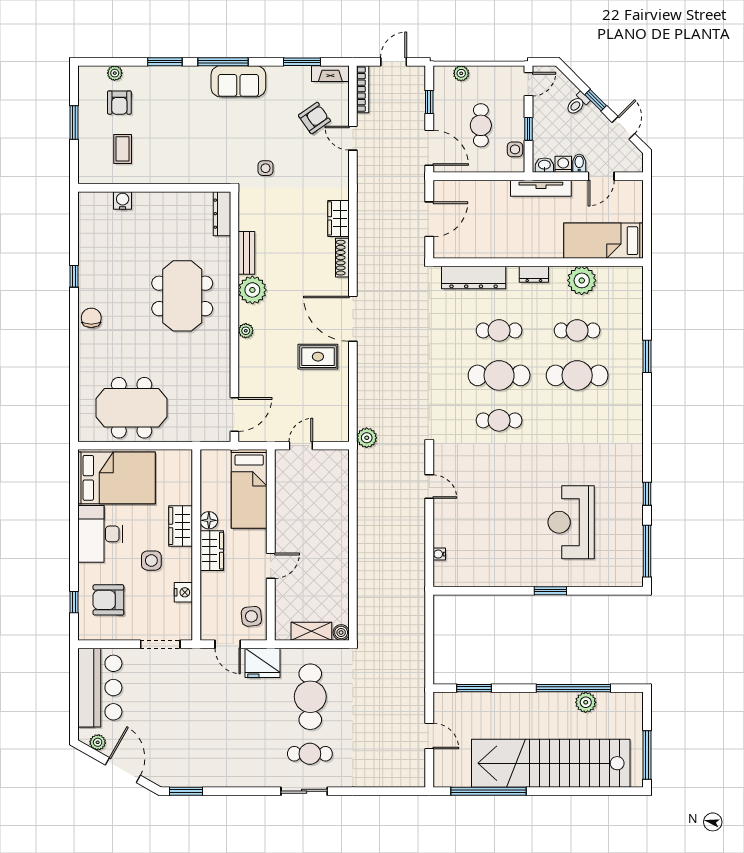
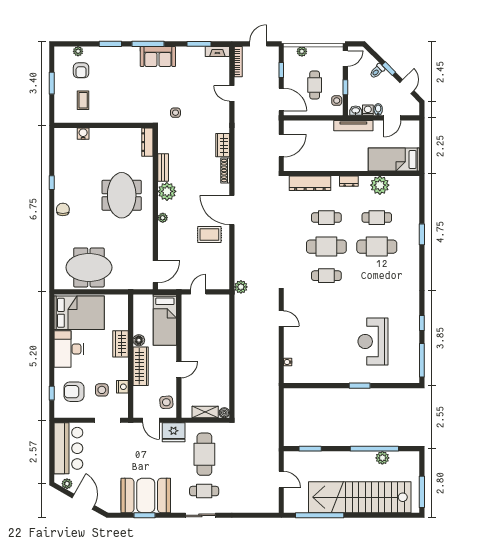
armchair: (314, 118) -> (207, 80), removed
wardrobe: (212, 551) -> (141, 366), width x1.50
side table: (151, 561) -> (102, 390), moved
booth: (220, 761) -> (146, 495), added
window: (186, 791) -> (145, 515), moved

